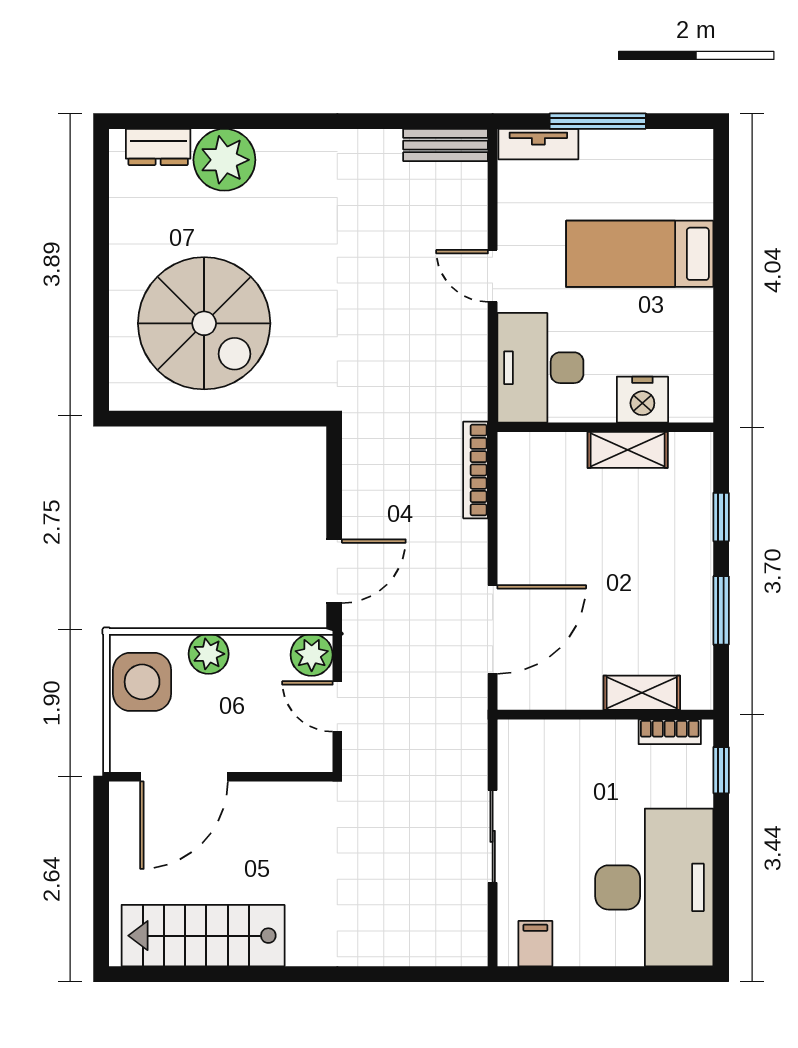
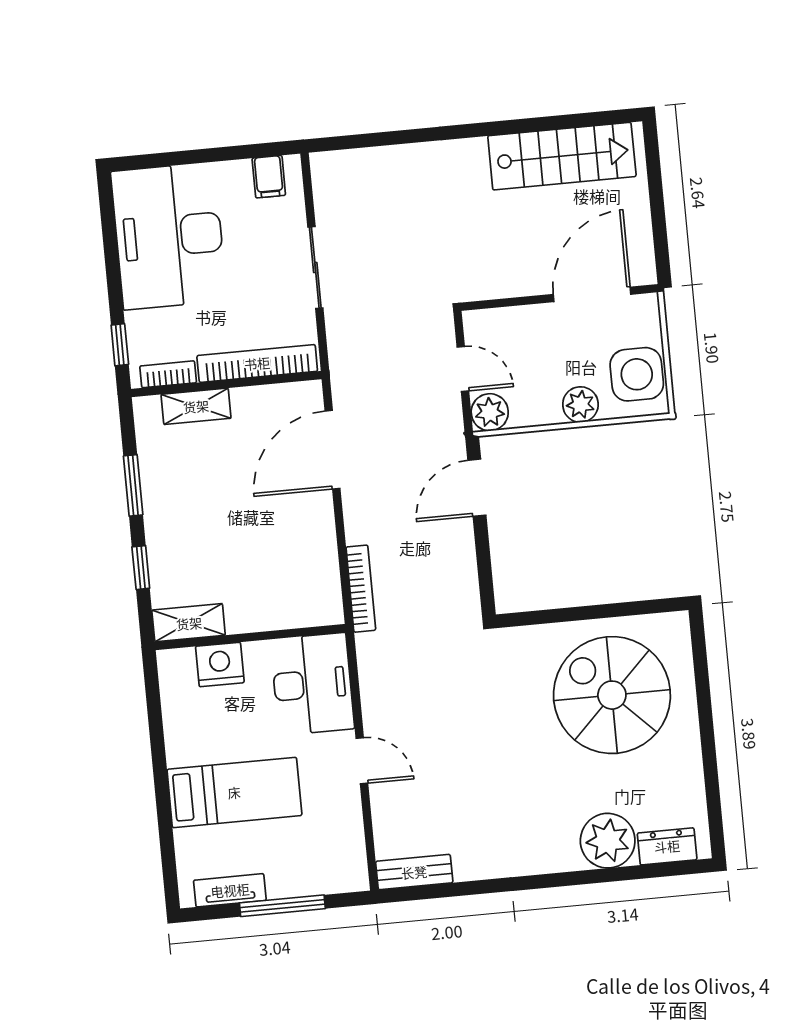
tv unit: (538, 144) -> (230, 890), moved
shelving: (628, 450) -> (189, 623), moved
bookcase: (568, 735) -> (257, 363), added

